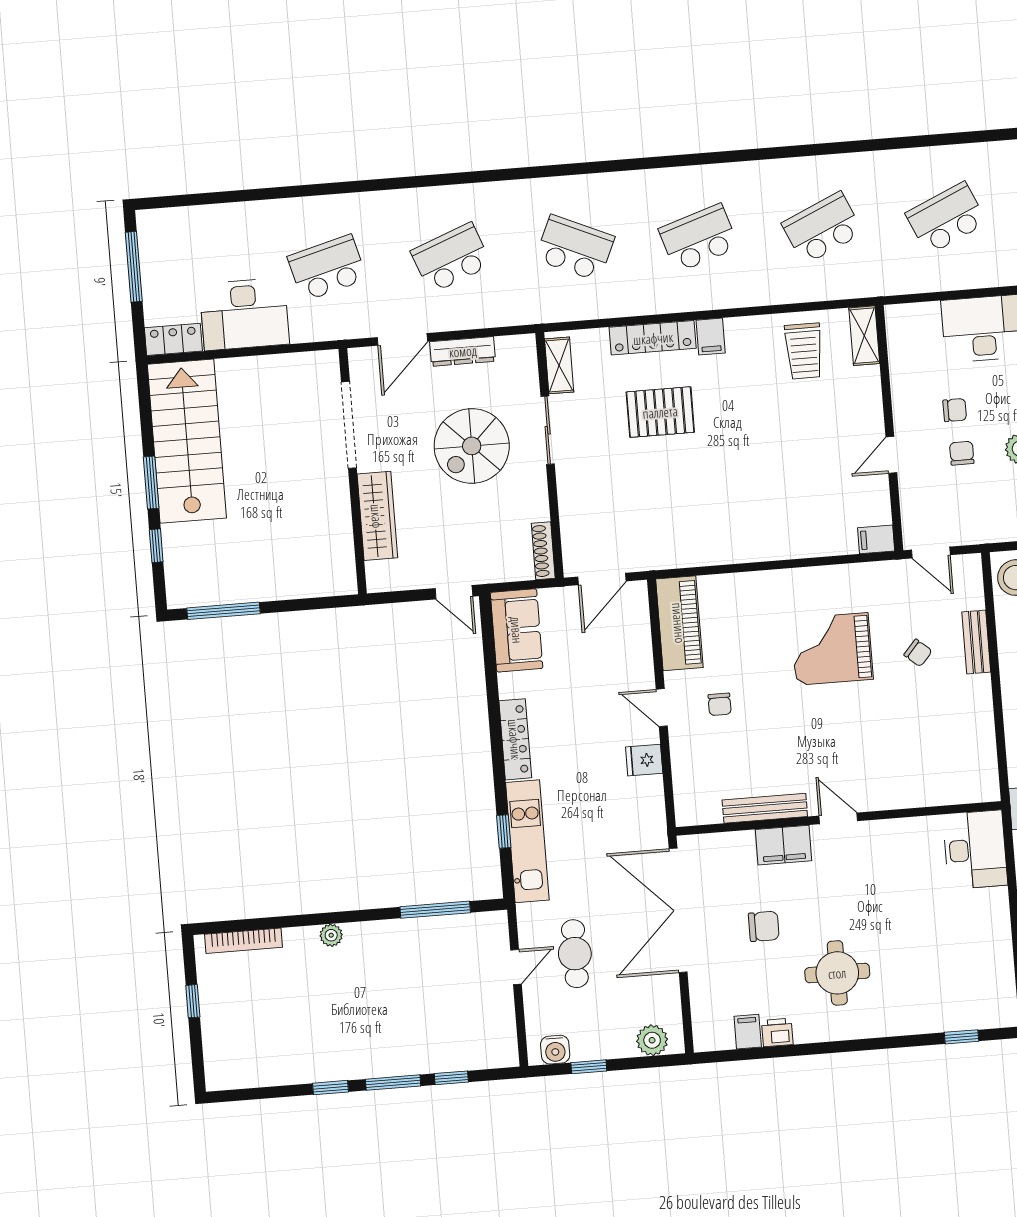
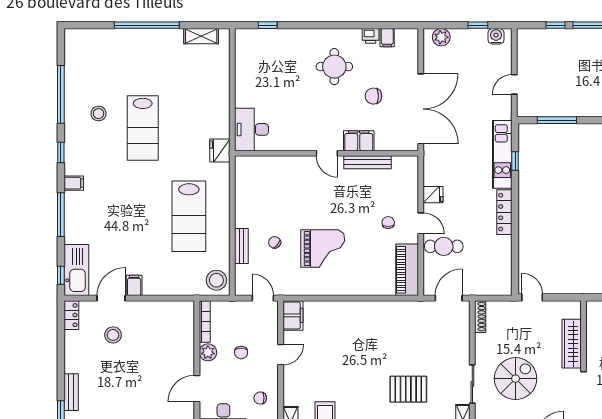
chair: (955, 410) -> (260, 398), moved
filing cabinet: (876, 539) -> (293, 315), width x2.00
sofa: (517, 630) -> (499, 273), removed
cafe table: (575, 954) -> (444, 246), moved, turned 90

